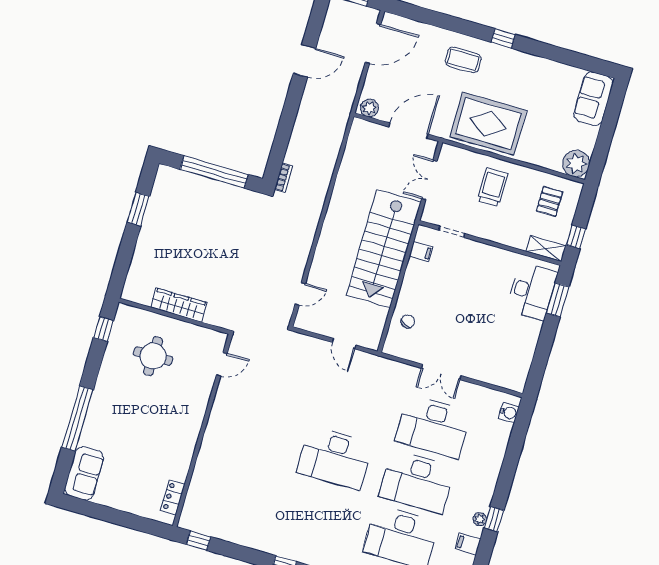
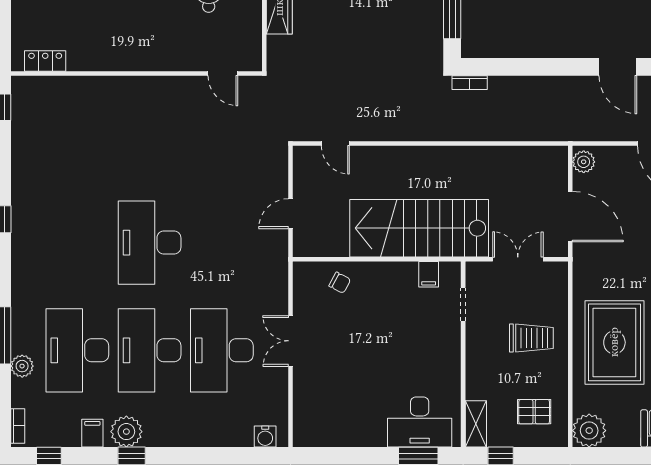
rug: (488, 124) -> (614, 342), moved
plant: (480, 519) -> (126, 432), width x1.88, depth x1.88

